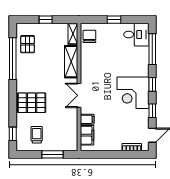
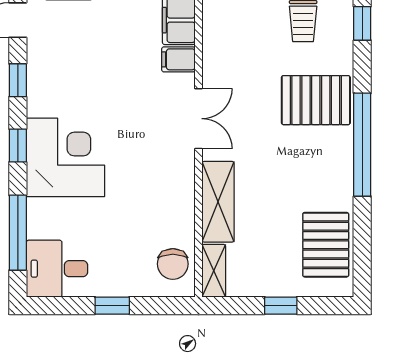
pallet: (28, 44) -> (326, 245), width x1.50, depth x1.42
window: (13, 59) -> (362, 145), moved
corner desk: (133, 93) -> (65, 157), moved

